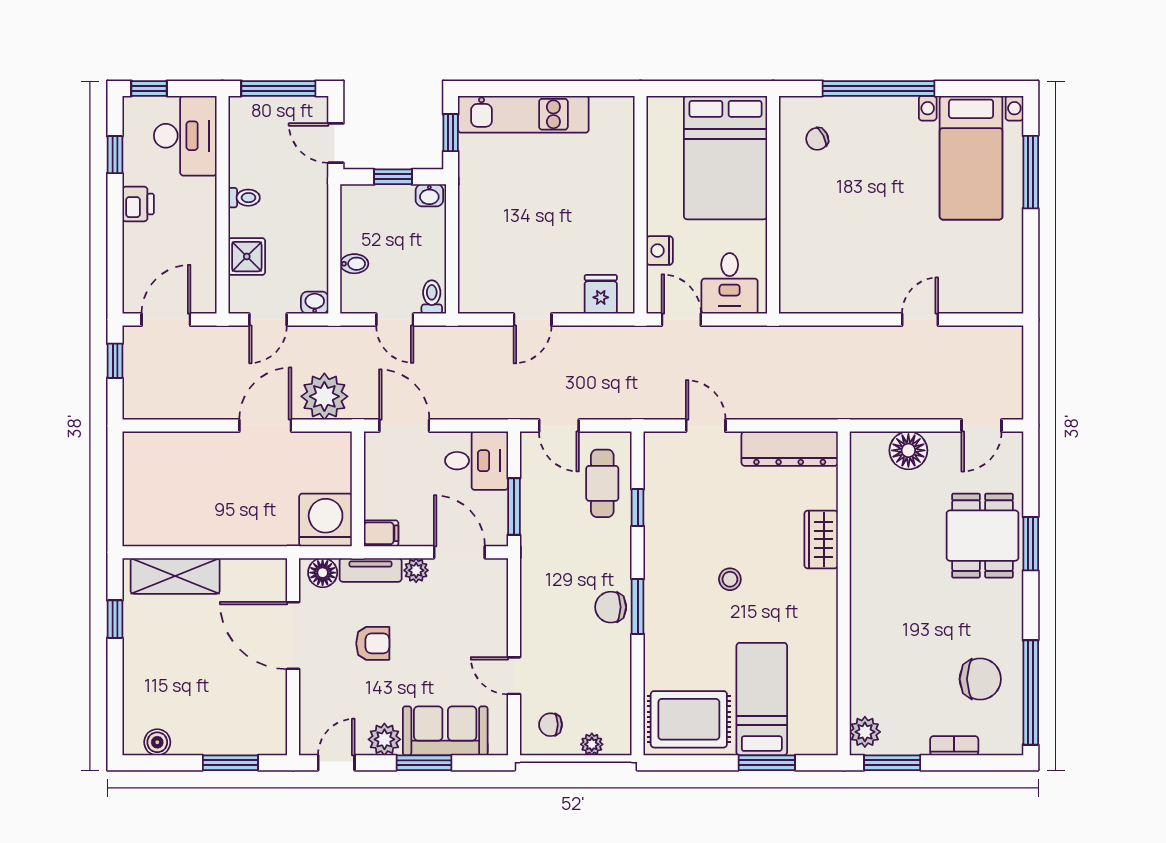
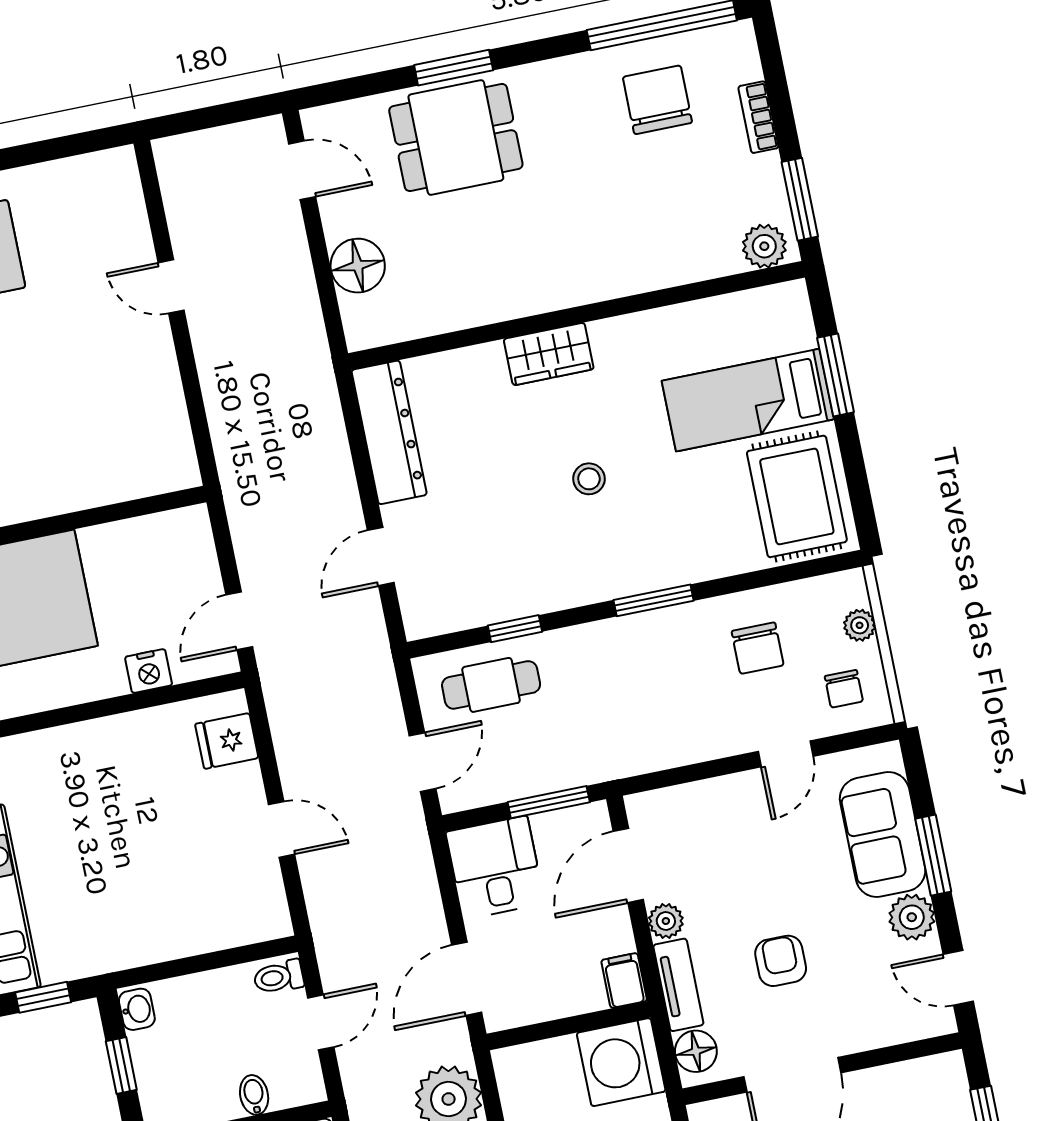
desk: (730, 283) -> (175, 564), removed
wardrobe: (821, 539) -> (549, 354), moved
chair: (611, 607) -> (758, 648), moved

